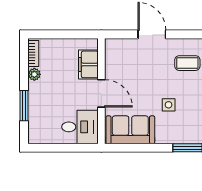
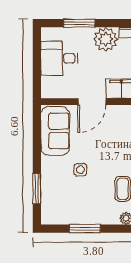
plant: (34, 74) -> (106, 39), width x1.88, depth x1.88
desk: (80, 127) -> (59, 58), moved, turned 90

